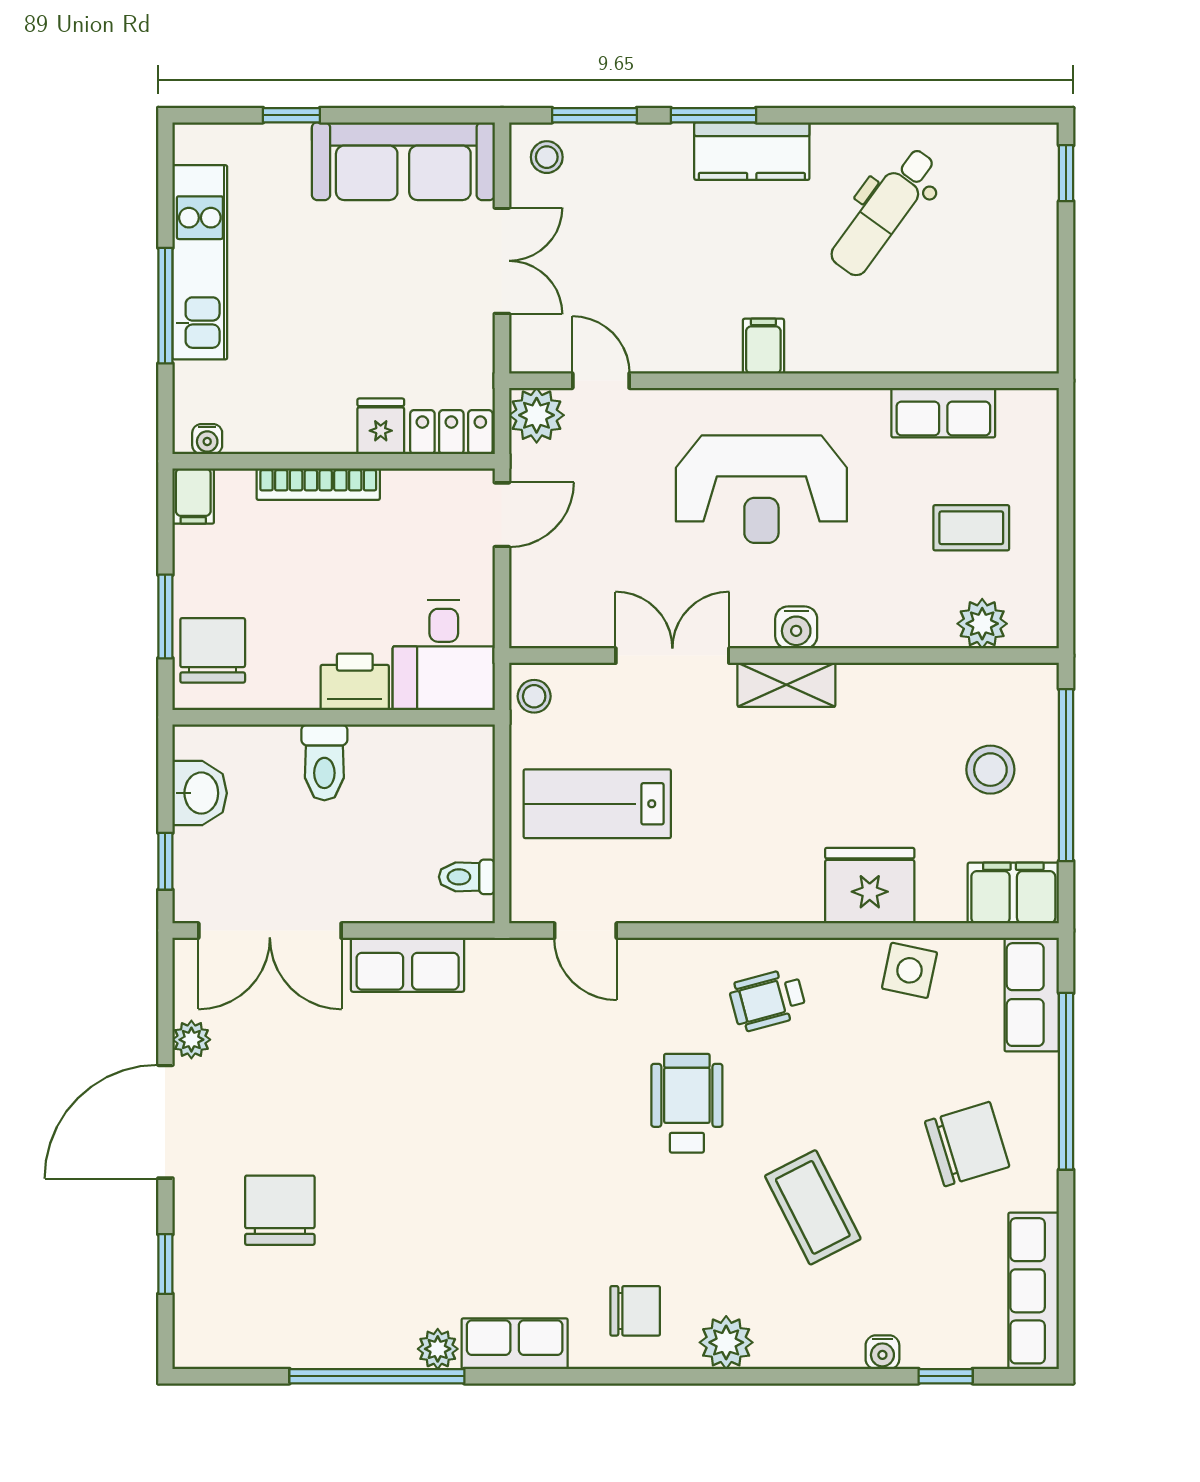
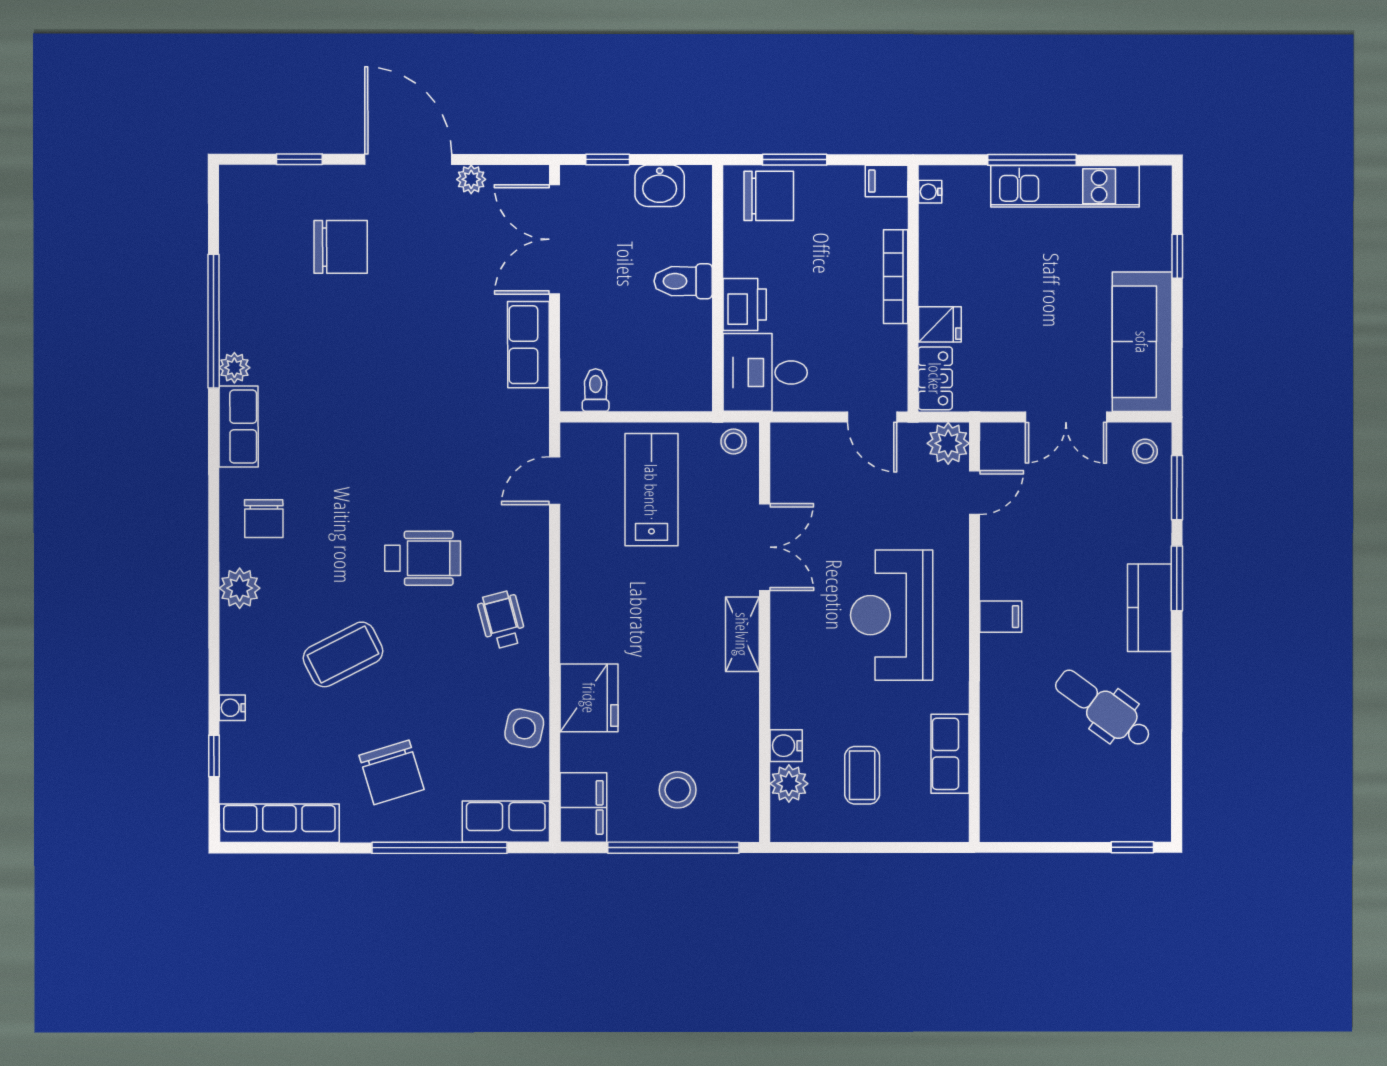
water cooler: (796, 627) -> (786, 746), moved

